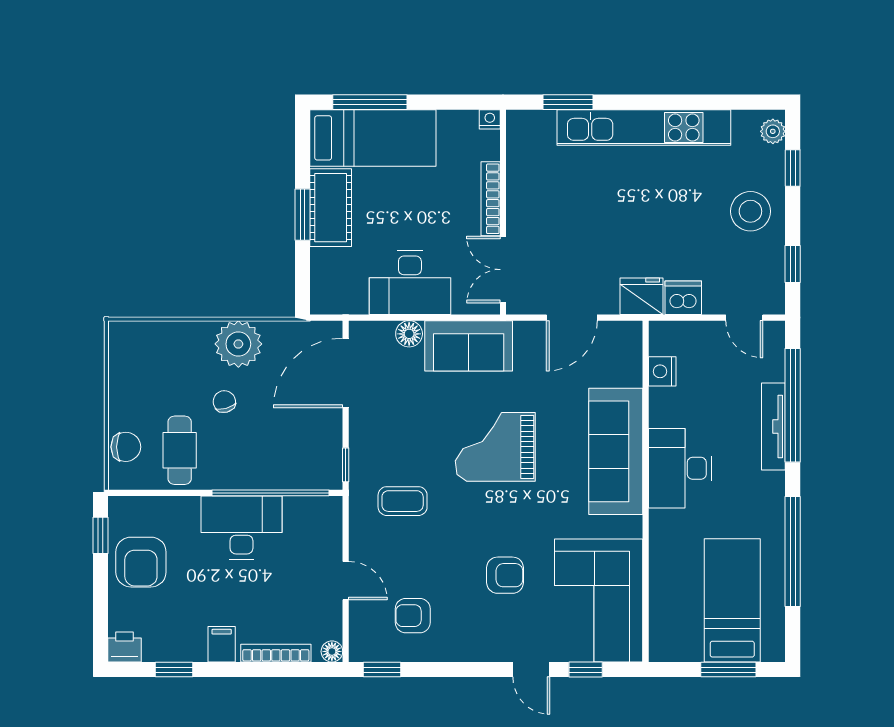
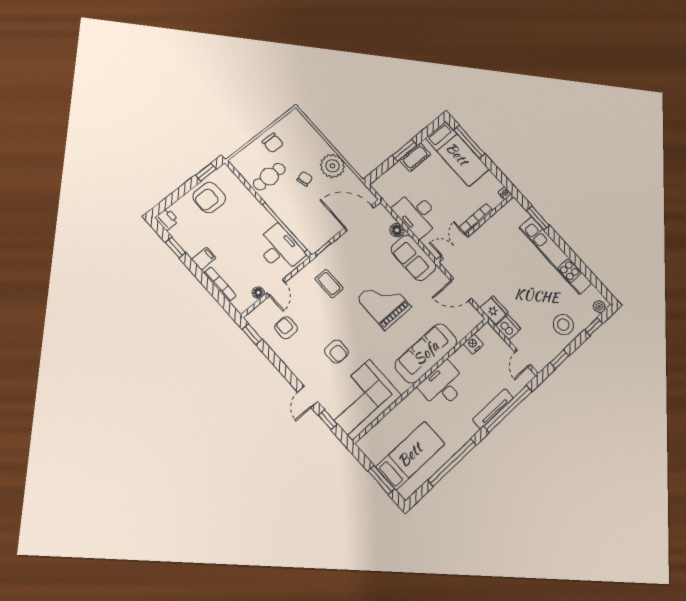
cot: (331, 208) -> (415, 157), width x0.73, depth x0.75
chair: (126, 447) -> (273, 143), moved
desk: (241, 527) -> (280, 249), moved
floor lamp: (332, 651) -> (258, 293), moved

